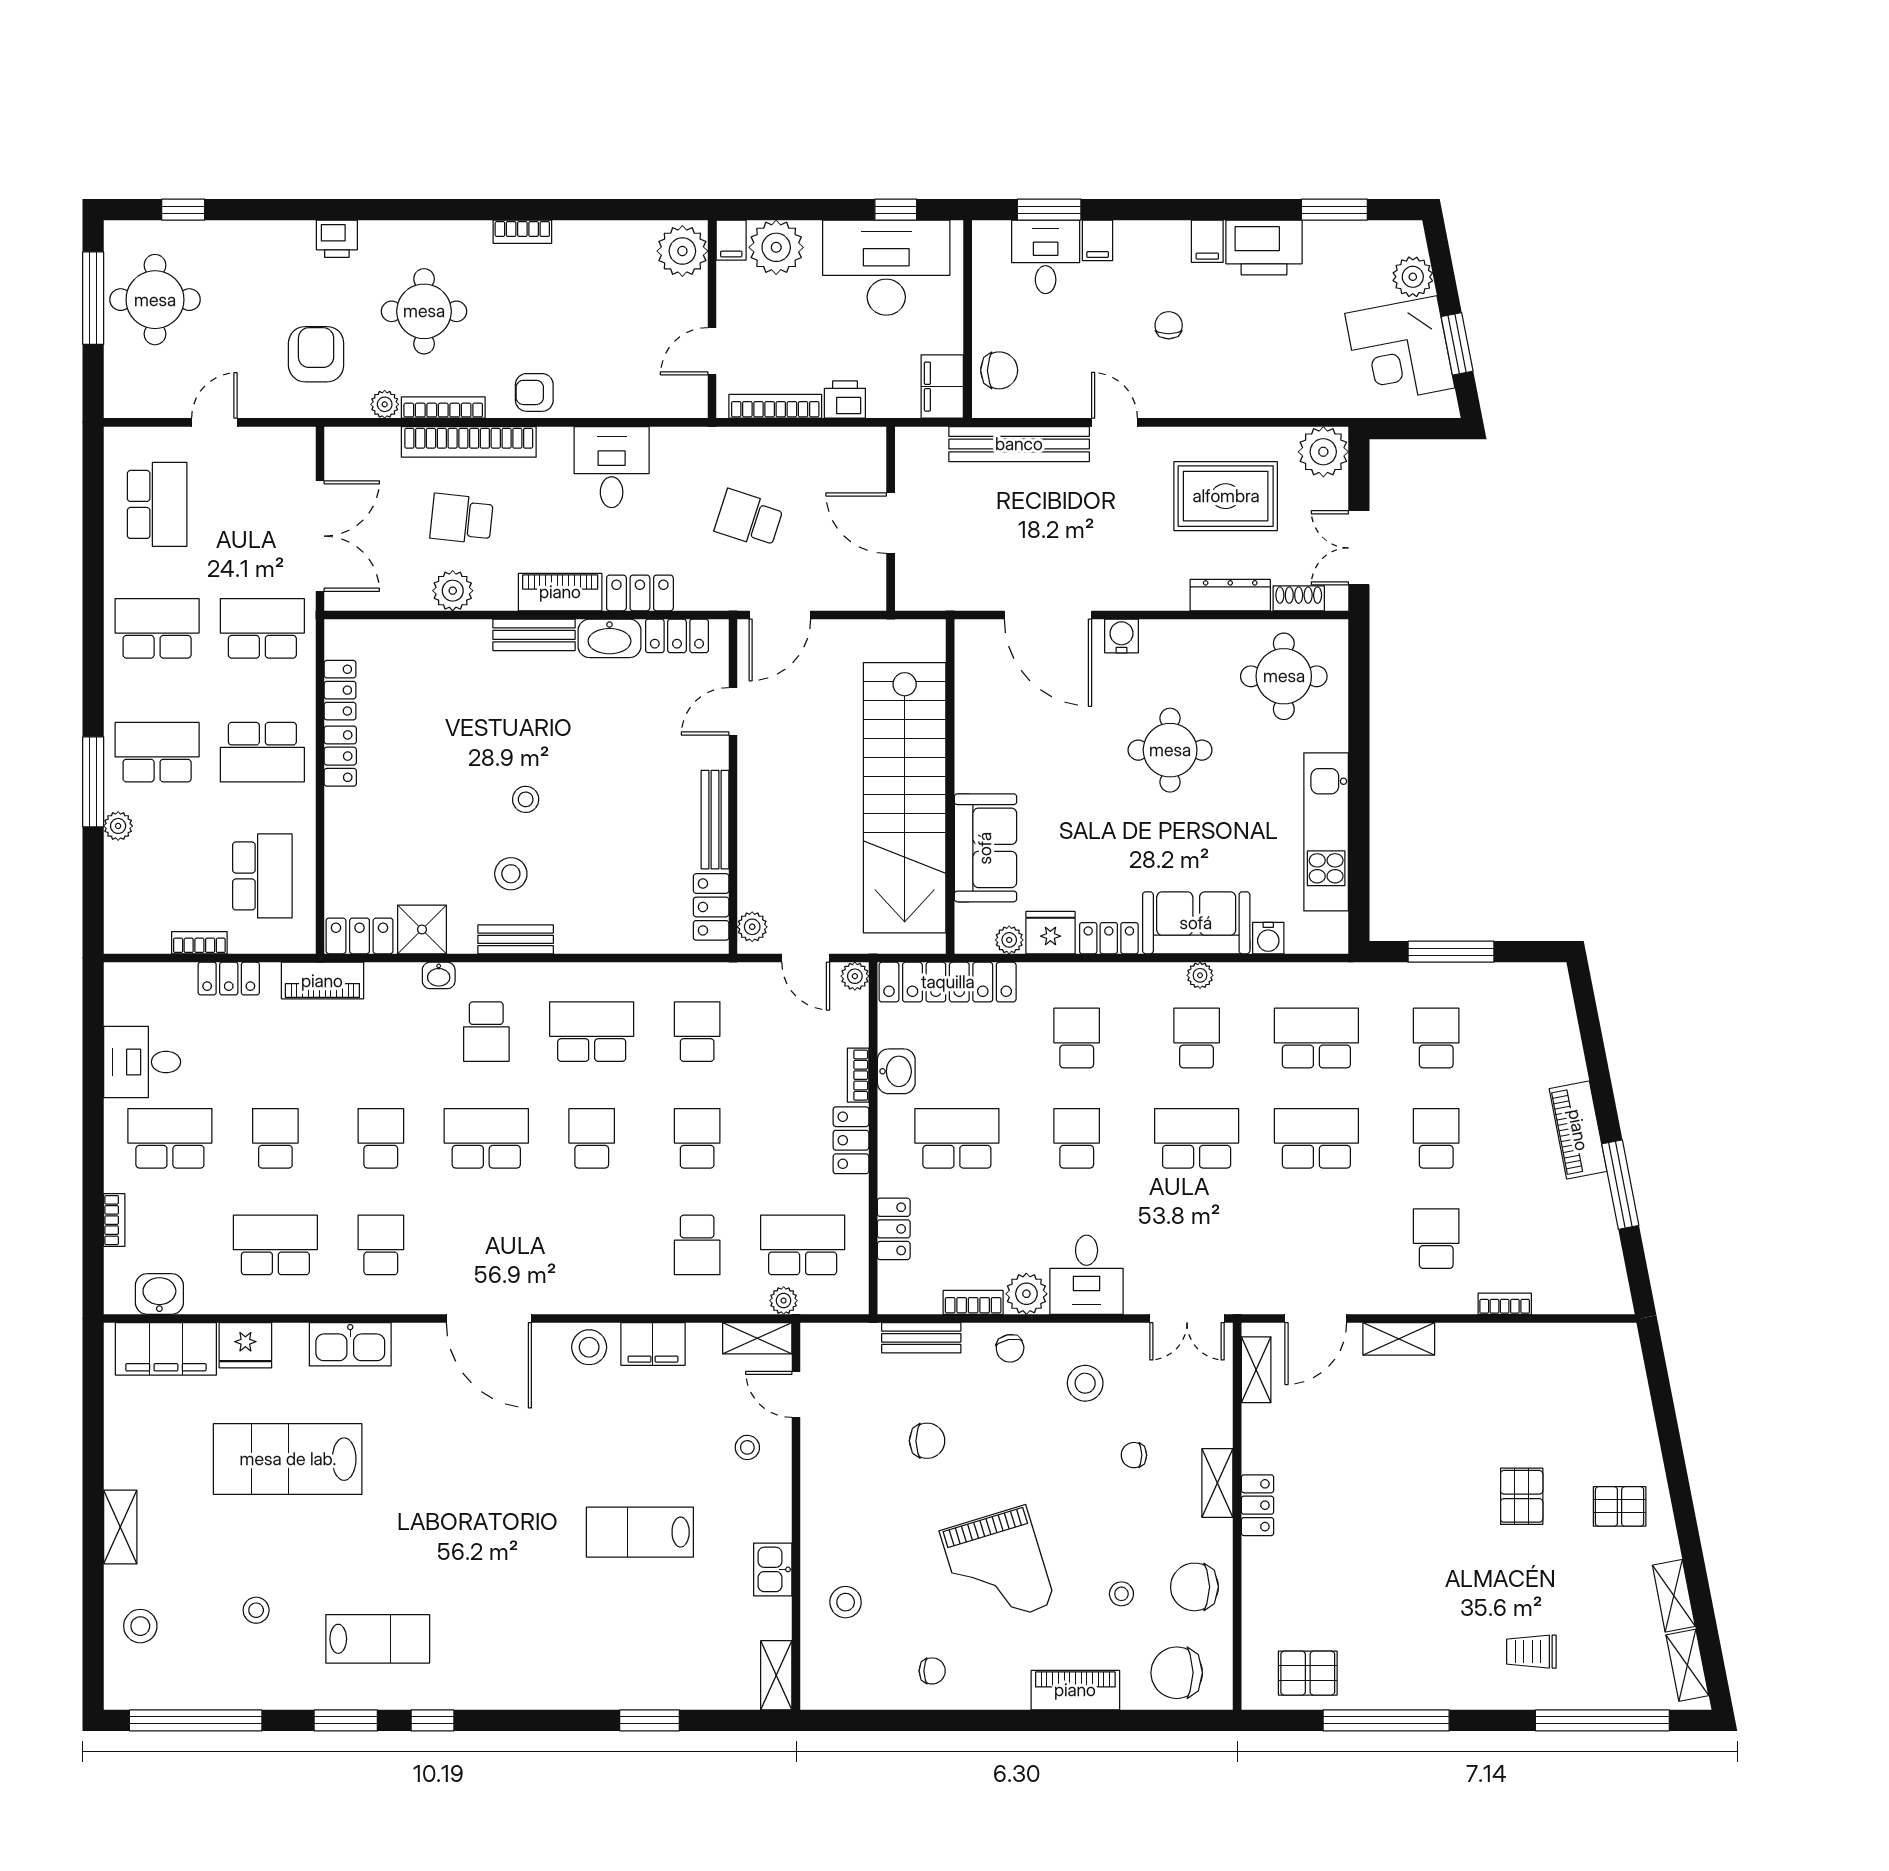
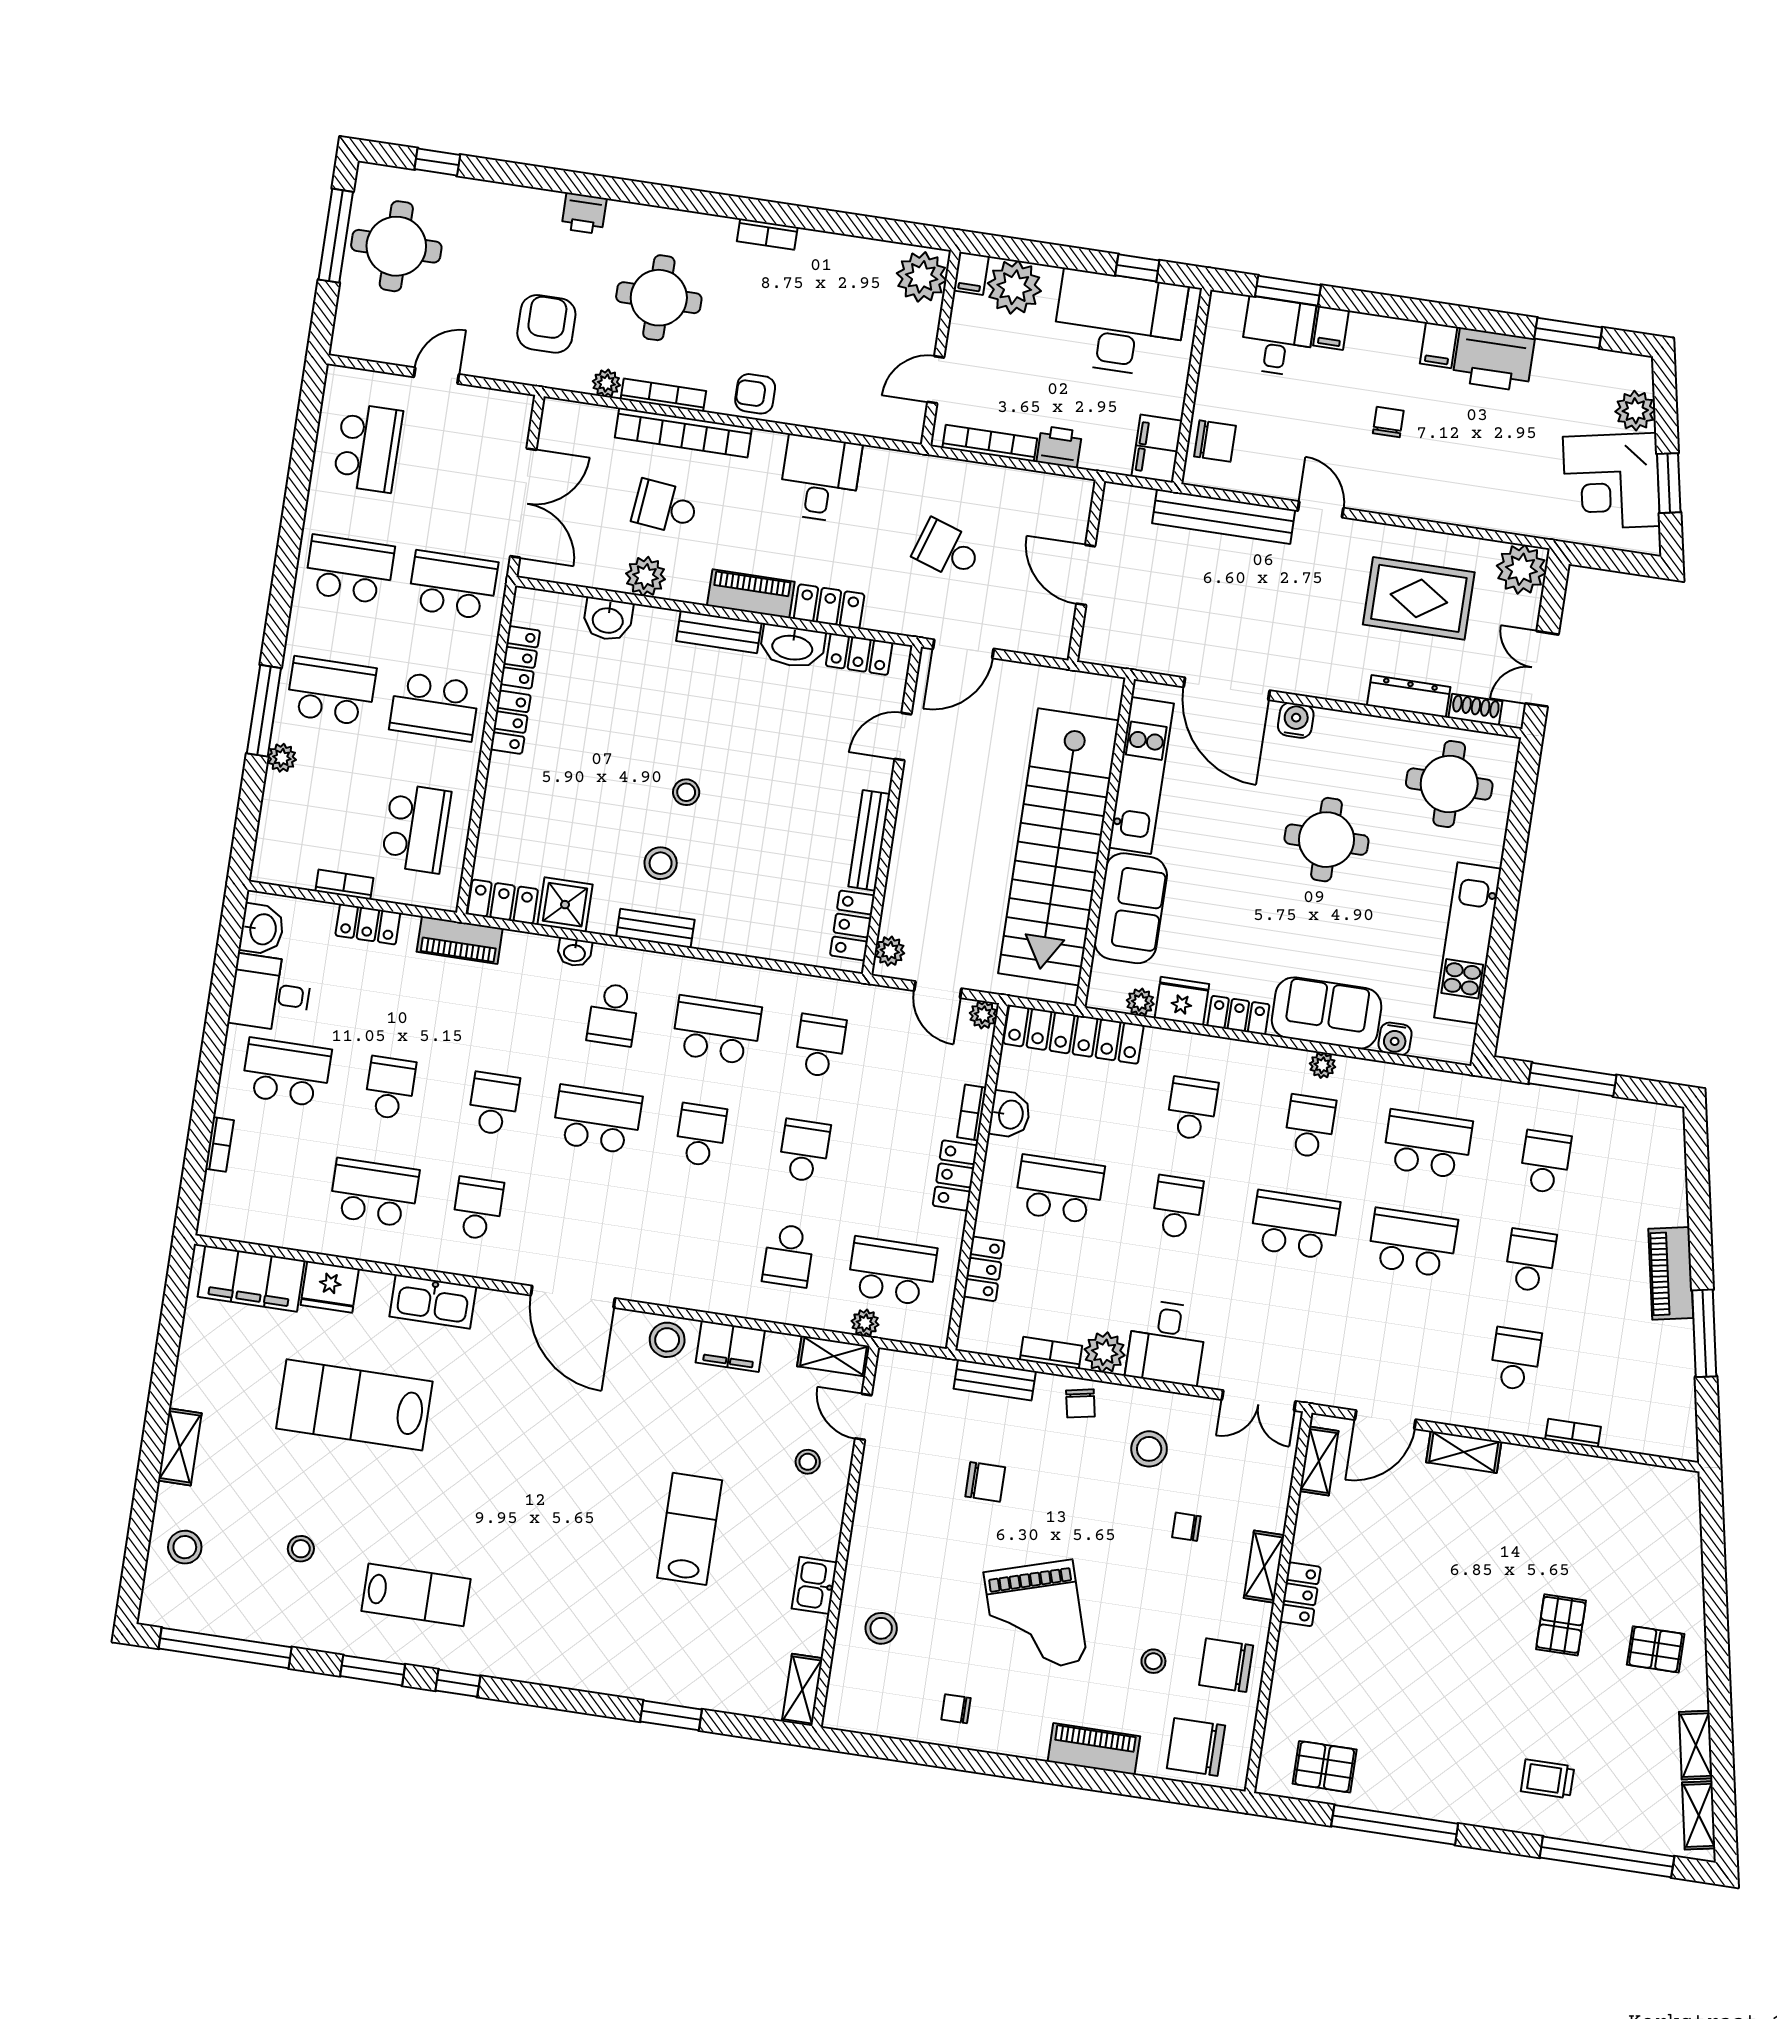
washbasin: (422, 639) -> (608, 619), added
kitchen unit: (976, 714) -> (1141, 775), added
washbasin: (159, 1294) -> (262, 929), moved, turned 90
lab bench: (640, 1532) -> (690, 1529), turned 90
chair: (932, 1671) -> (956, 1709), turned 180

